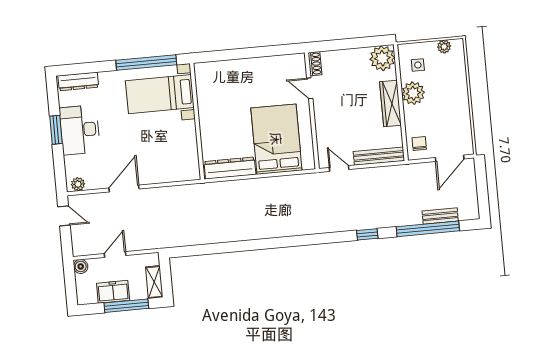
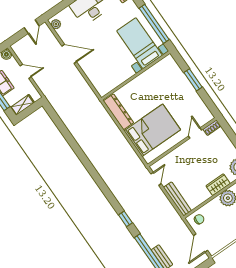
window: (243, 54) -> (193, 80), added
wardrobe: (390, 103) -> (218, 185), width x0.67
door: (450, 158) -> (201, 243), hinge flipped

